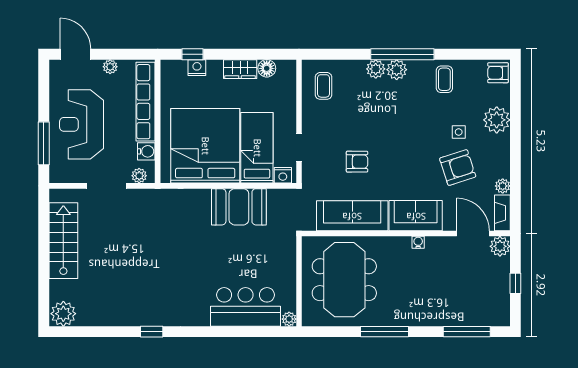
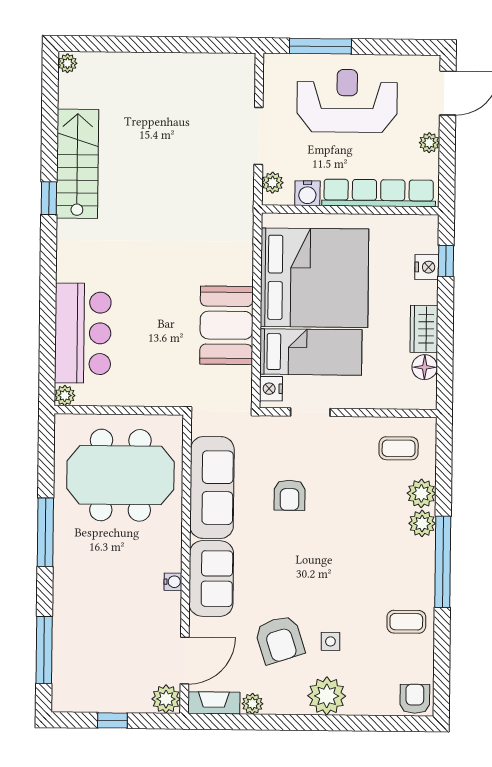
plant: (397, 70) -> (421, 493), moved
plant: (497, 120) -> (327, 696), moved
stairs: (63, 241) -> (77, 164), moved, turned -90
plant: (63, 314) -> (67, 63), width x0.53, depth x0.53

